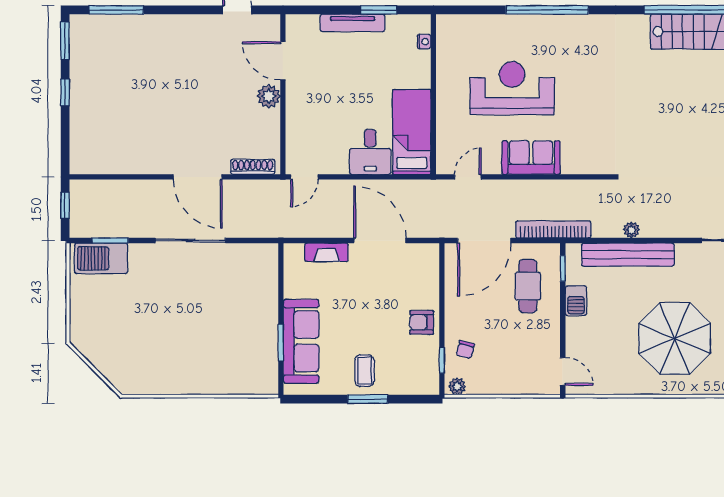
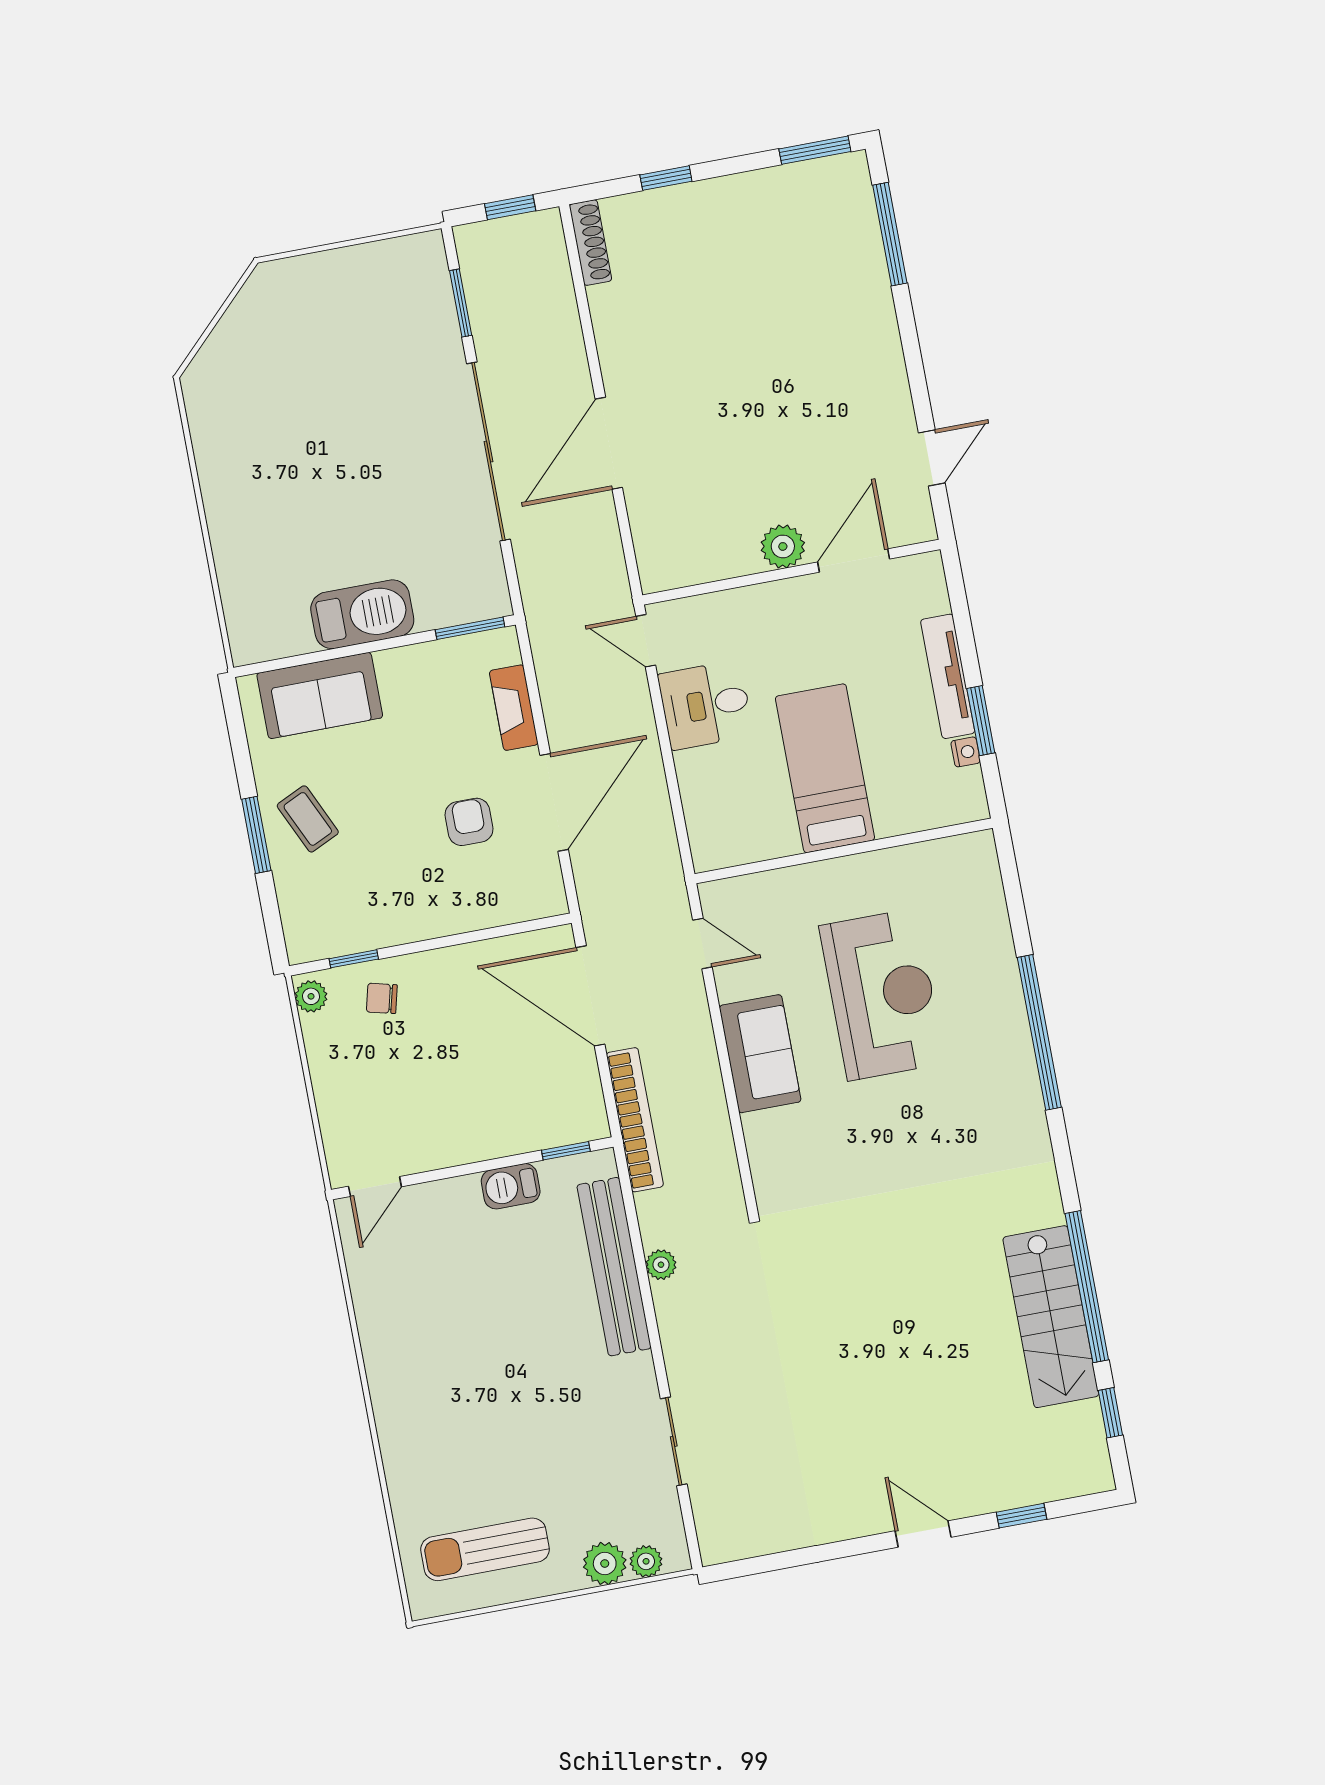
nightstand: (424, 42) -> (966, 752), moved, turned -90
window: (65, 92) -> (666, 178), moved
bed: (412, 132) -> (825, 768), moved, turned -90
desk: (370, 152) -> (706, 705), moved
shoe rack: (253, 167) -> (590, 243), moved
sliding door: (190, 241) -> (488, 452), width x1.36
barbecue: (101, 258) -> (362, 614), moved, turned 90
cafe table: (528, 286) -> (521, 1092), removed
armchair: (422, 322) -> (469, 822), moved
parasol: (675, 338) -> (475, 1382), removed
sofa: (301, 341) -> (320, 695), width x0.73
window: (281, 343) -> (470, 628), moved
coffee table: (364, 371) -> (308, 819), turned 65

